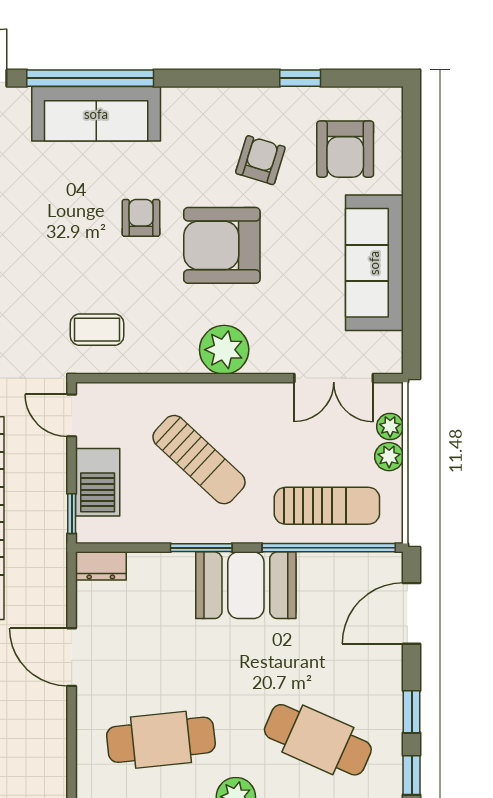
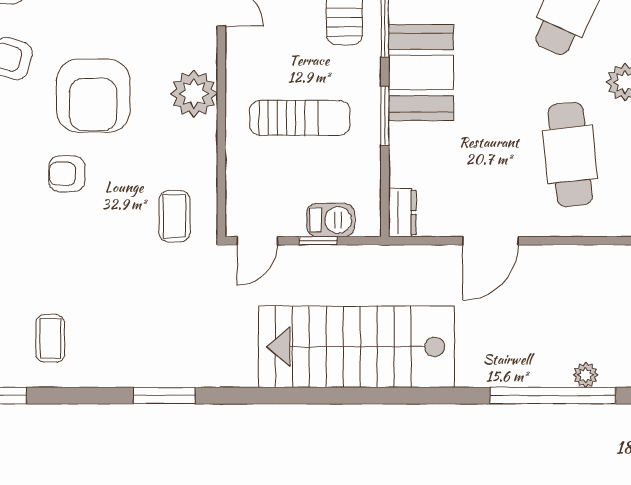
sun lounger: (199, 460) -> (300, 118), turned 47
barbecue: (98, 482) -> (331, 220), width x0.73, depth x0.79
window: (72, 514) -> (318, 241), moved

